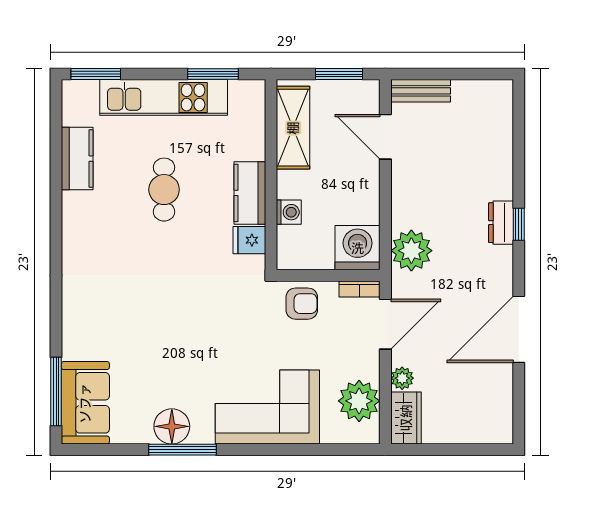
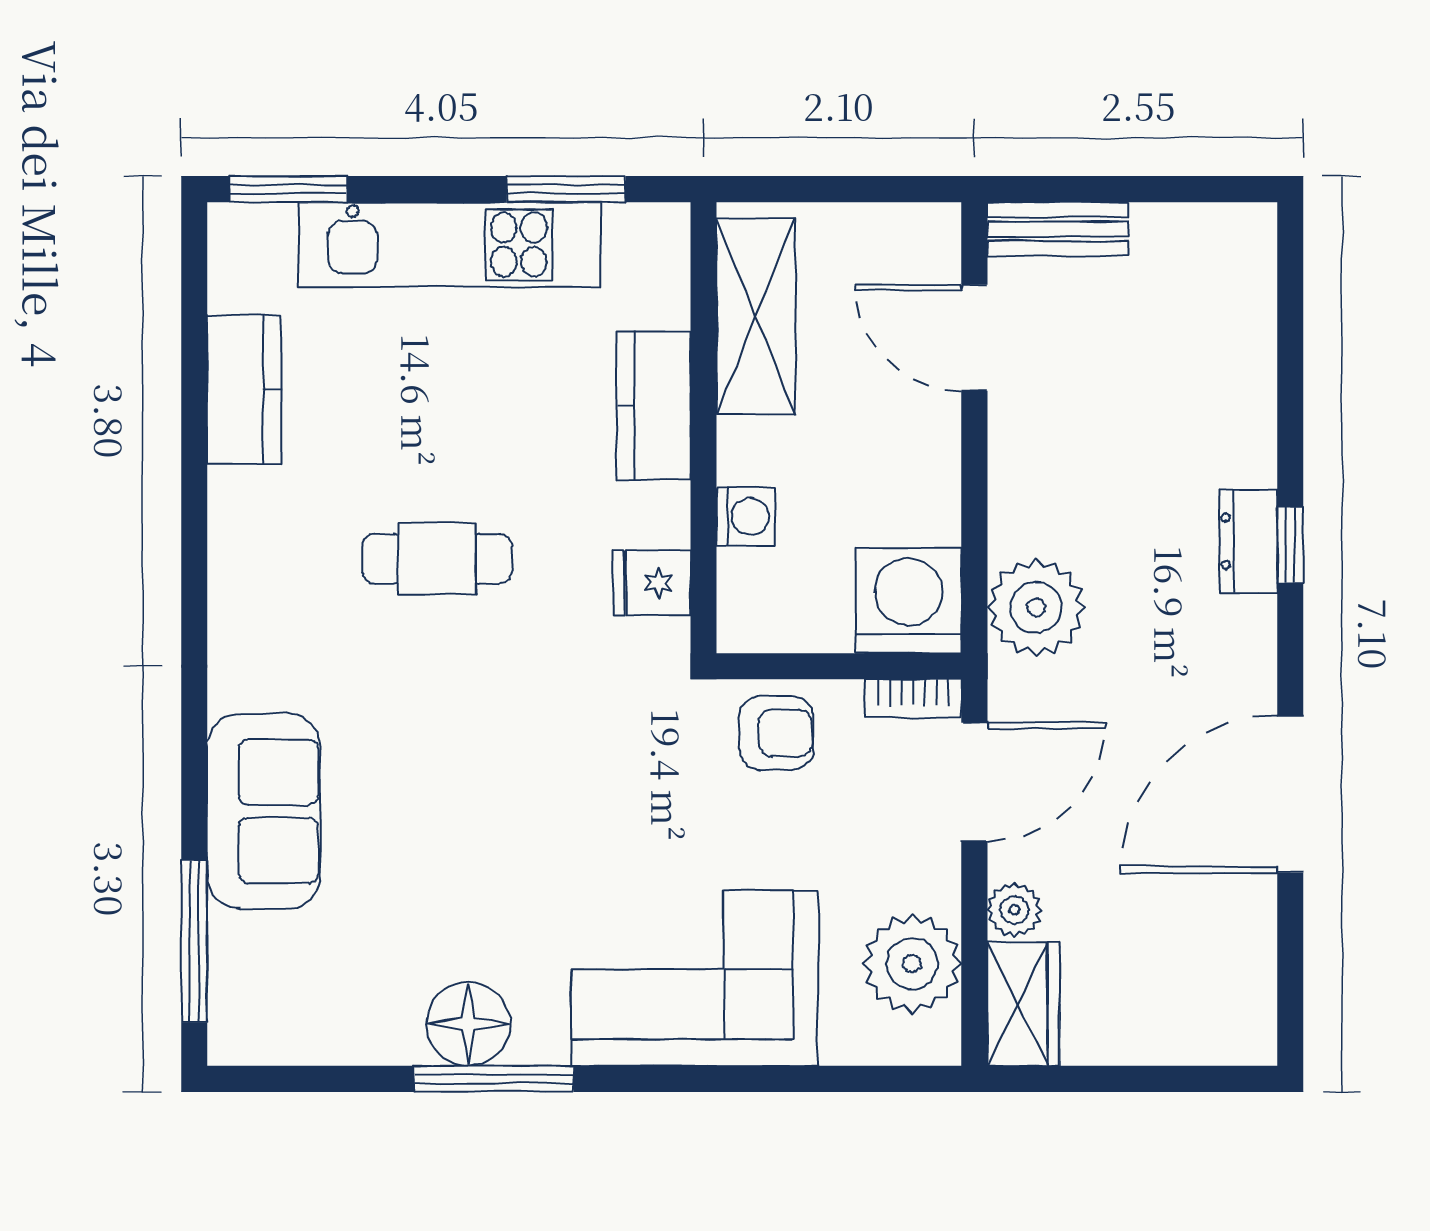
window: (339, 74) -> (865, 189), removed
cafe table: (164, 190) -> (437, 559), moved, turned 90
kitchen counter: (250, 193) -> (654, 405), moved
sofa: (85, 403) -> (264, 811), moved

